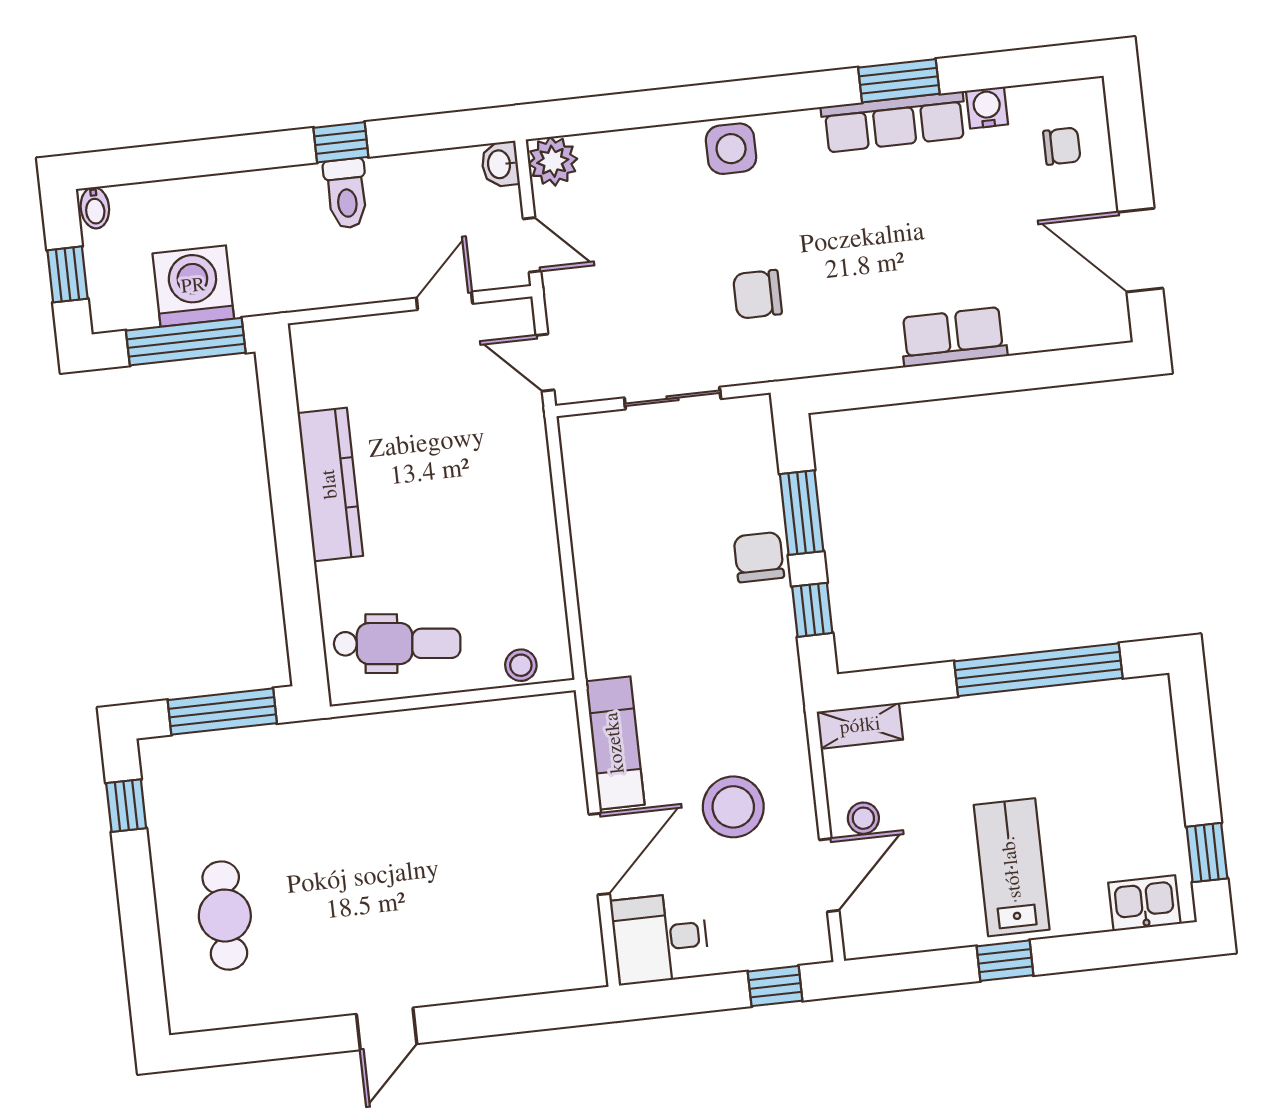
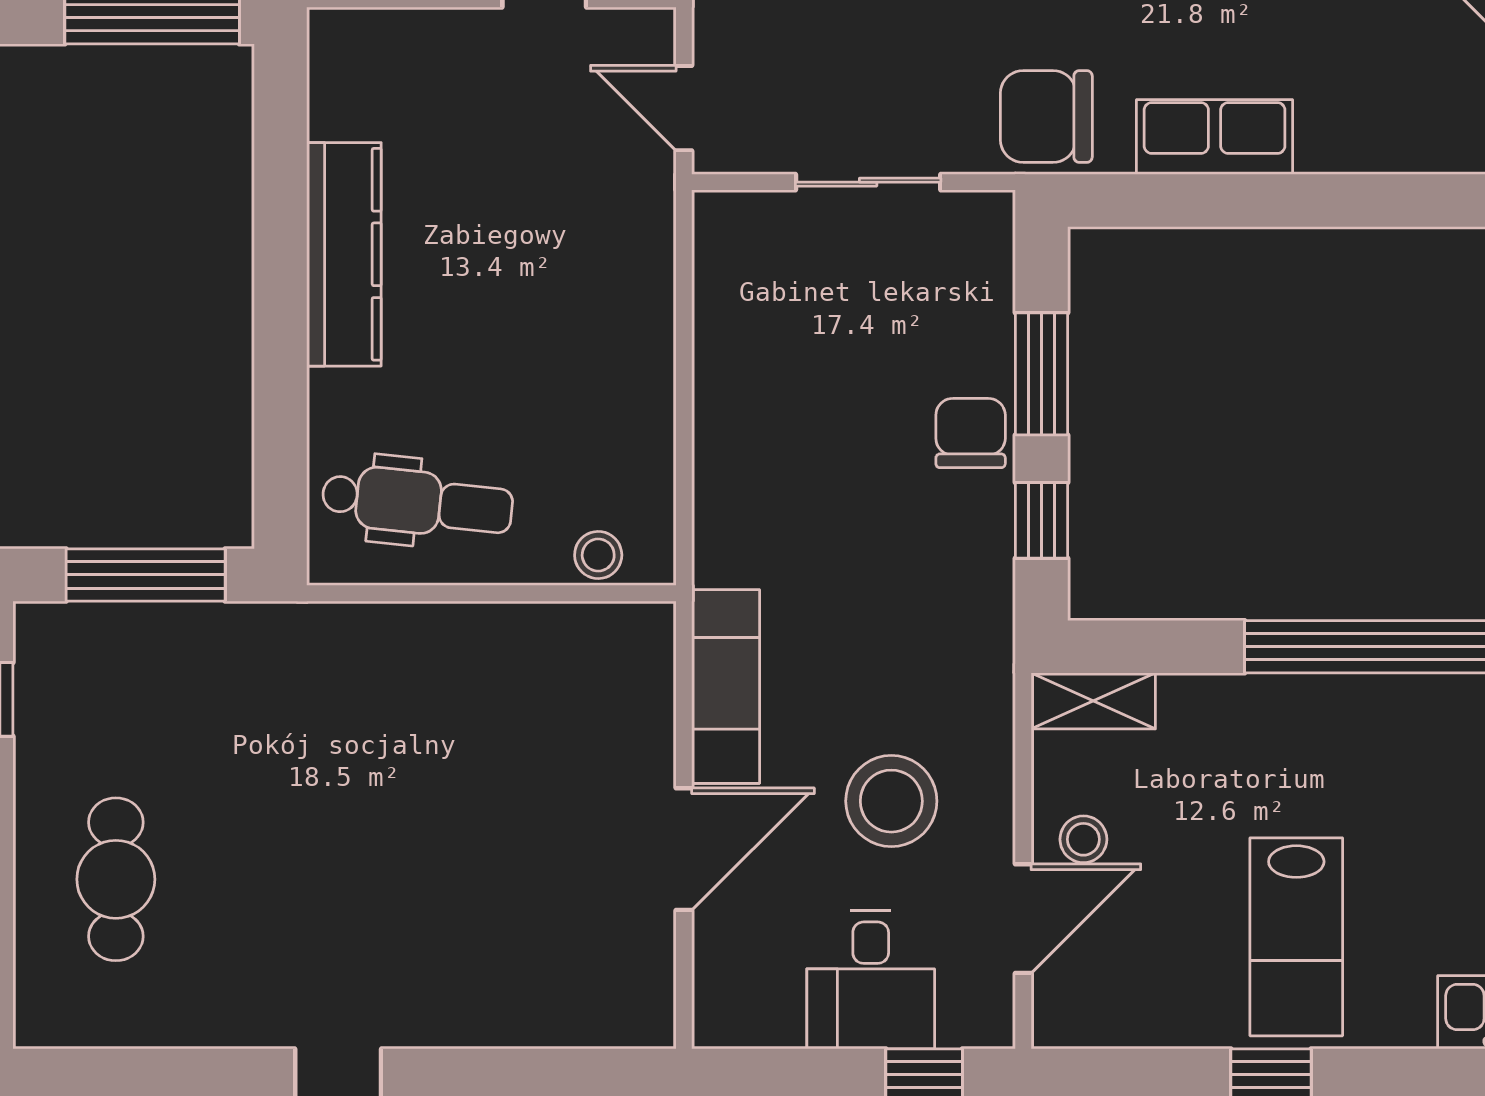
chair: (757, 294) -> (1046, 116), moved, width x1.37, depth x1.37
row of seats: (953, 337) -> (1215, 137), moved
lab bench: (1012, 867) -> (1296, 937), turned 180
desk: (660, 938) -> (871, 980), moved, turned -90

